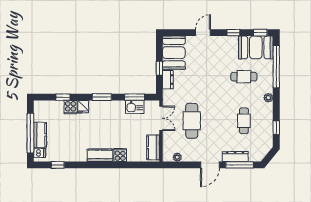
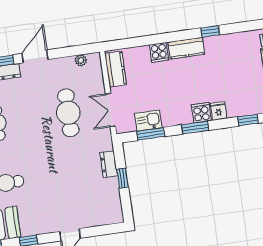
booth: (174, 53) -> (106, 202), removed
cooker: (71, 107) -> (201, 113), moved
window: (58, 165) -> (210, 31), moved

